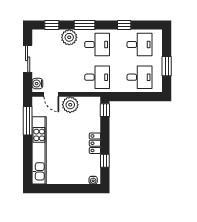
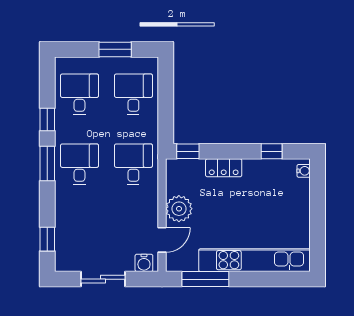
window: (85, 25) -> (47, 164), moved
plant: (69, 37) -> (68, 210), removed
locker: (95, 143) -> (224, 168), moved

